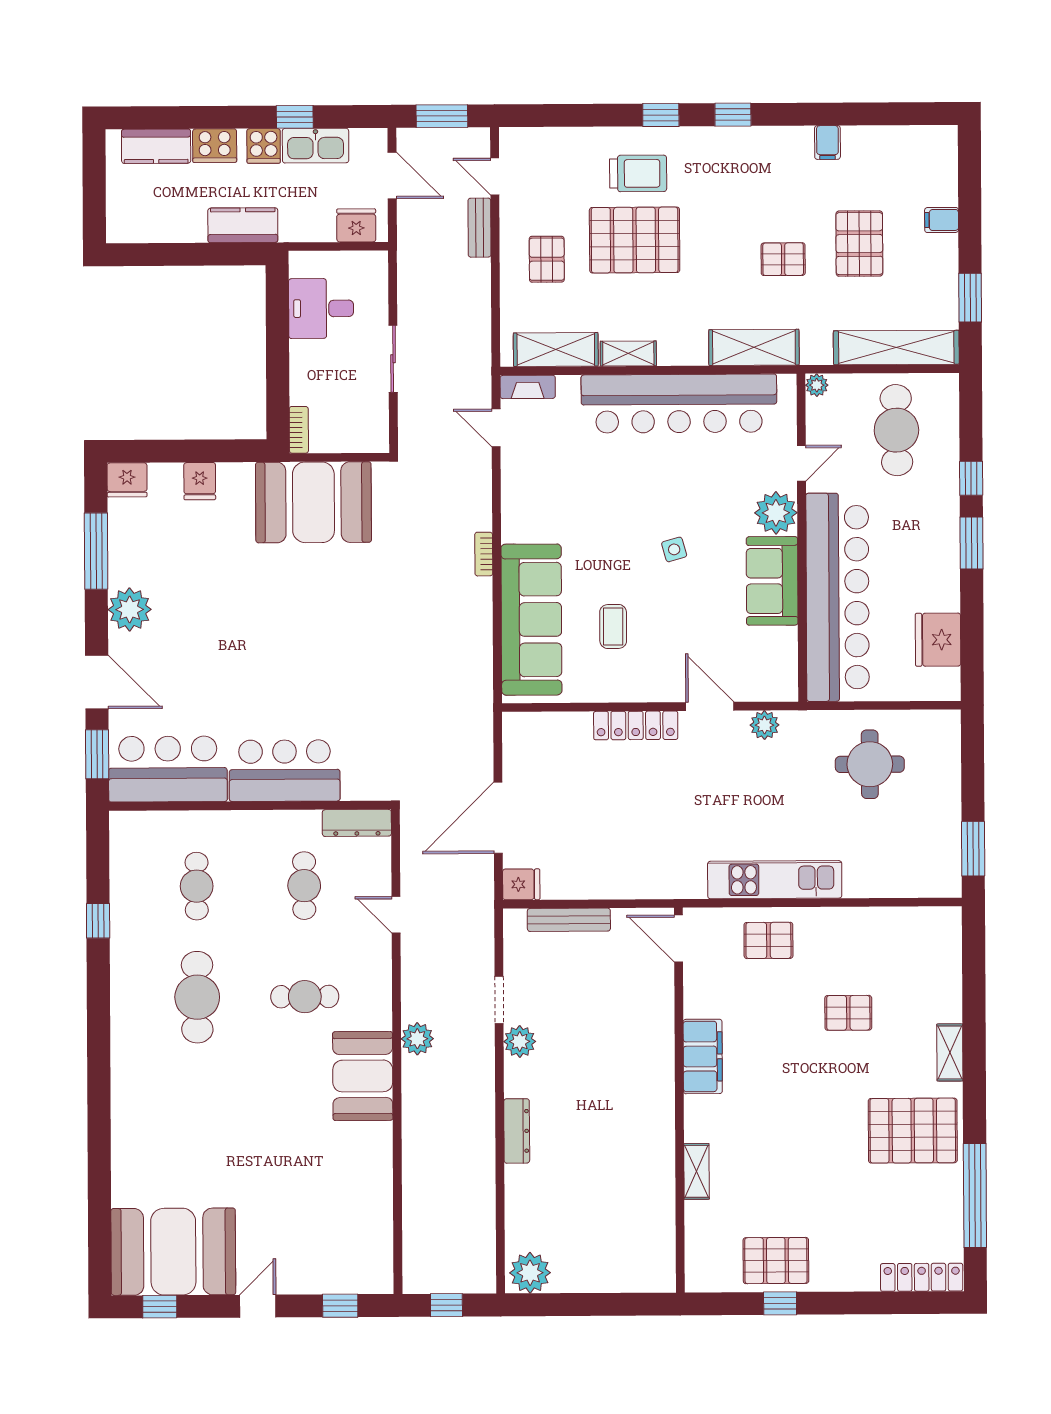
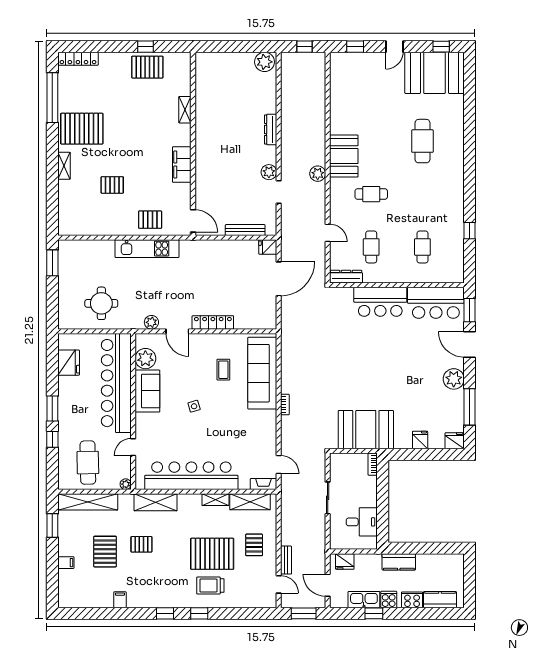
plant: (776, 513) -> (145, 359), moved
cafe table: (197, 997) -> (422, 141), moved

